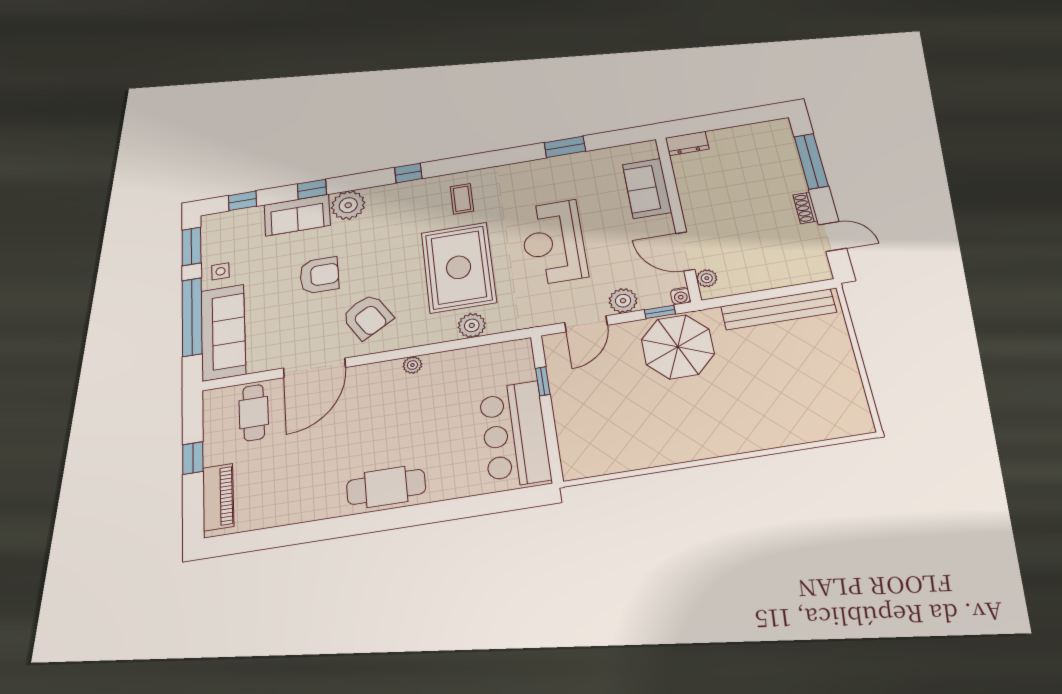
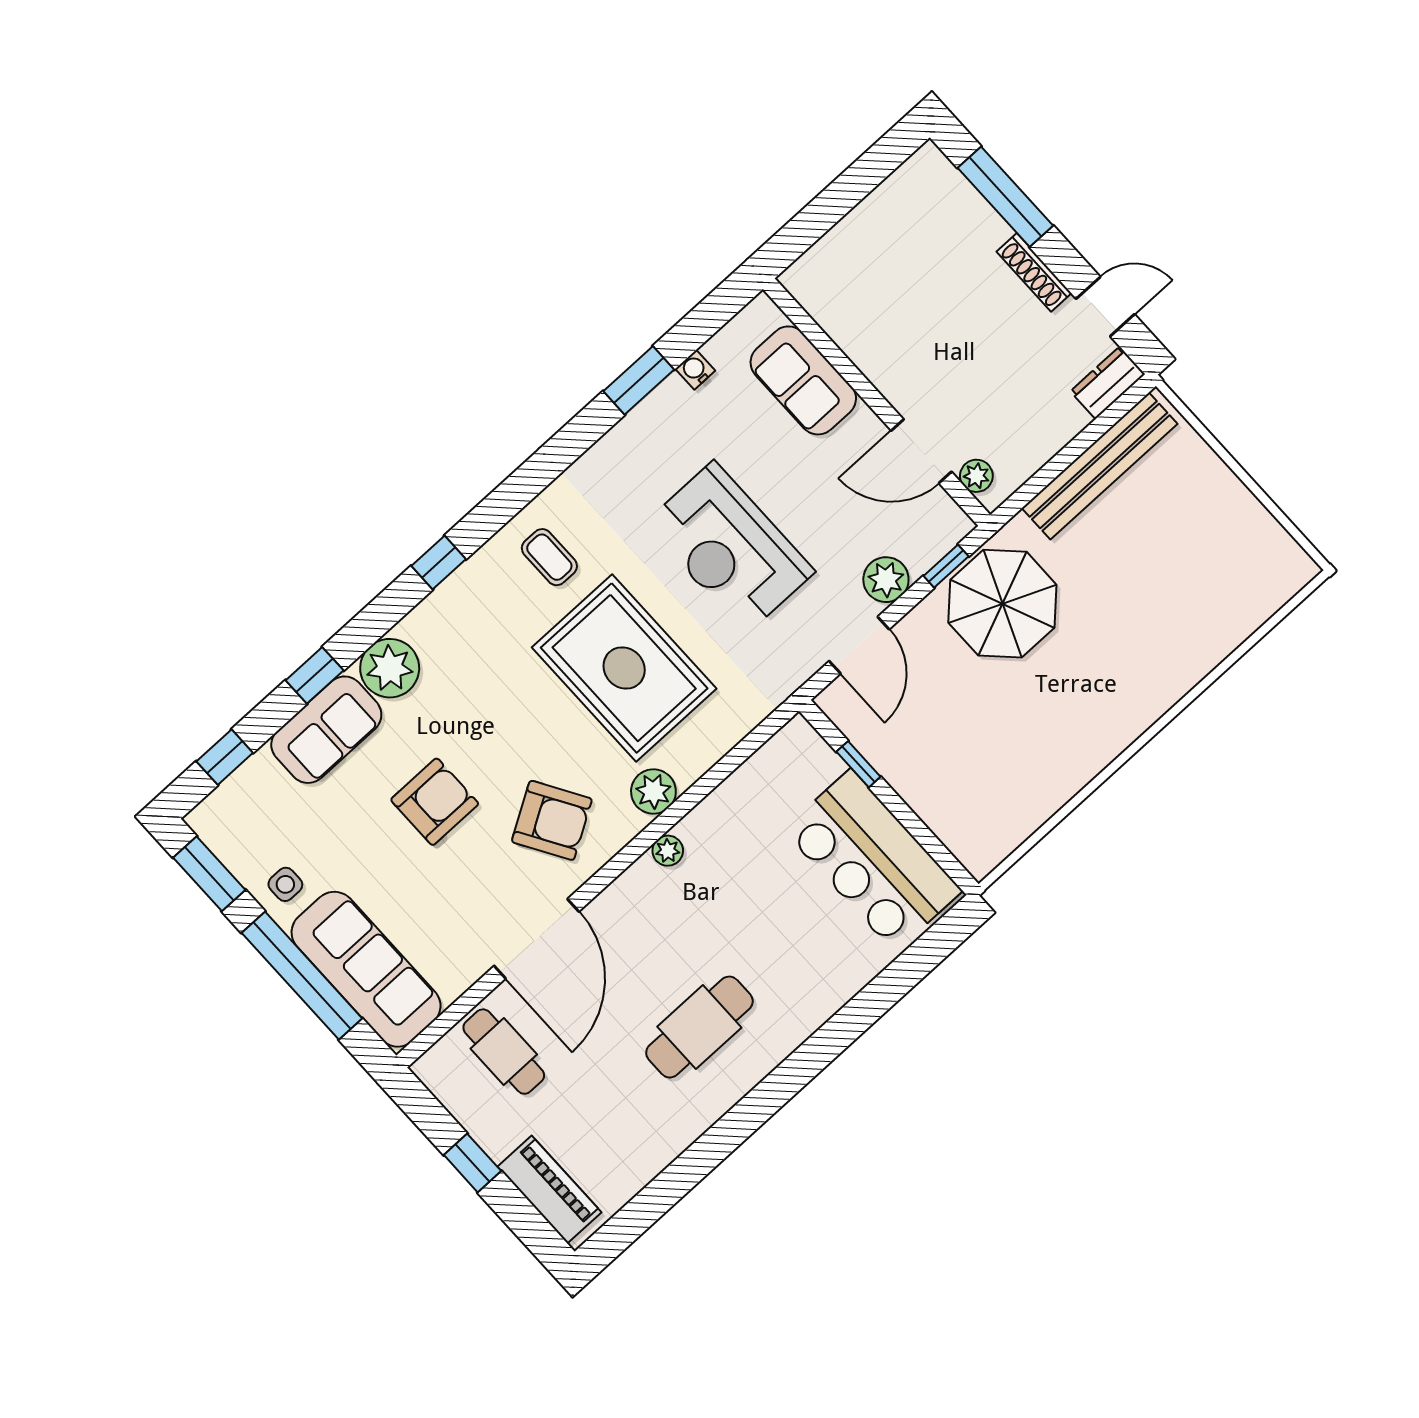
dresser: (687, 143) -> (1108, 383), moved, turned 180
shoe rack: (805, 208) -> (1034, 272), width x1.43
water cooler: (681, 296) -> (695, 370), moved, turned 180
plant: (472, 325) -> (653, 792), moved
cafe table: (386, 487) -> (699, 1027), moved

